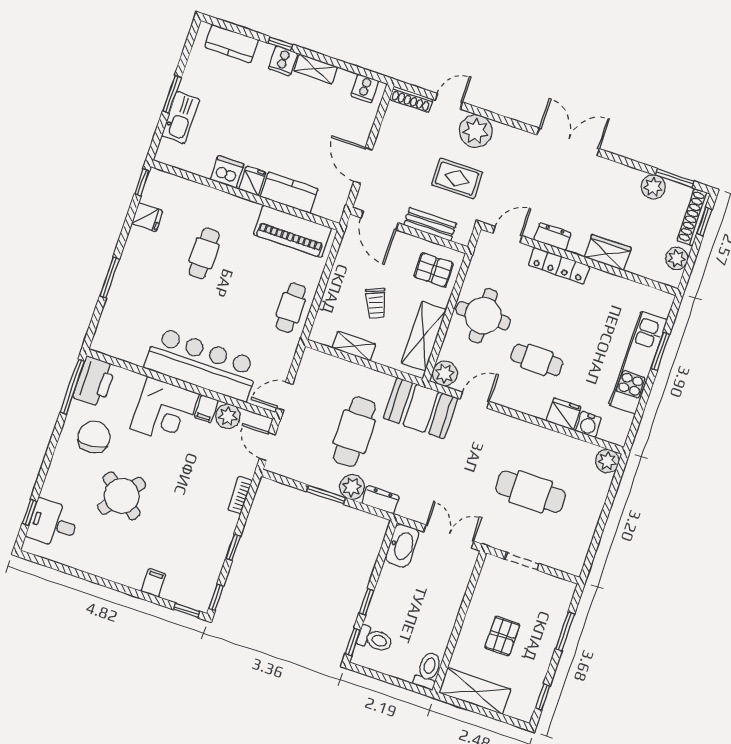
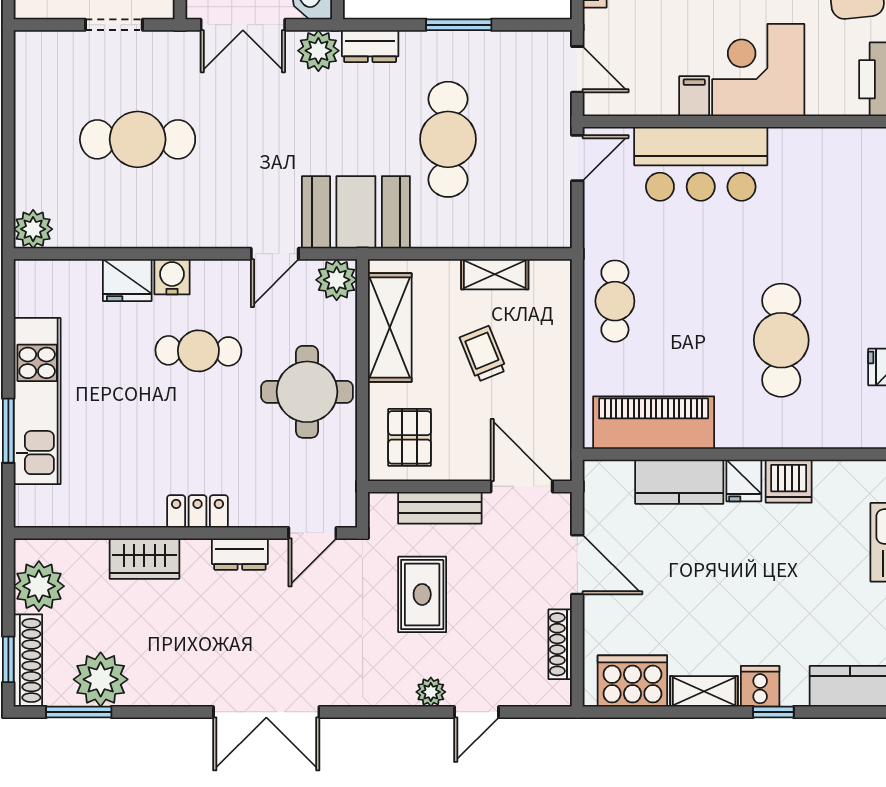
cooker: (365, 88) -> (632, 681), width x1.87, depth x1.31
shoe rack: (411, 99) -> (560, 644), moved, turned -90
plant: (476, 131) -> (431, 692), width x0.53, depth x0.53
rug: (457, 178) -> (422, 594), turned 90
plant: (653, 187) -> (101, 679), width x1.36, depth x1.36
cafe table: (204, 253) -> (781, 340), width x1.37, depth x1.35
plant: (677, 258) -> (39, 586), width x1.36, depth x1.36
locker: (559, 266) -> (197, 511), width x0.66
pallet: (434, 270) -> (410, 437), turned 90
bar counter: (202, 364) -> (701, 164), width x0.73
plant: (228, 416) -> (656, 96), removed
water cooler: (588, 424) -> (172, 277), moved
plant: (352, 487) -> (318, 51), moved

